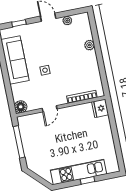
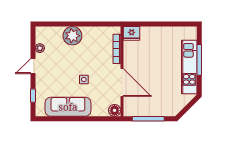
plant: (89, 45) -> (72, 36), width x1.87, depth x1.87
door: (50, 109) -> (122, 83), width x1.87
window: (87, 180) -> (199, 60), width x2.17

